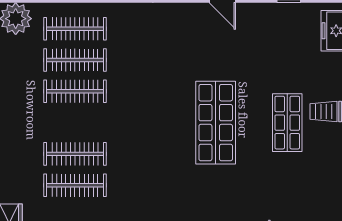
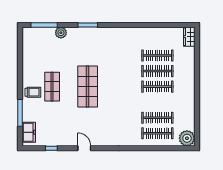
clothes rail: (75, 91) -> (157, 87), moved

